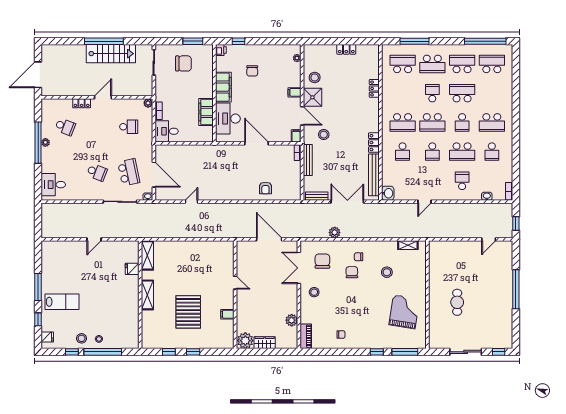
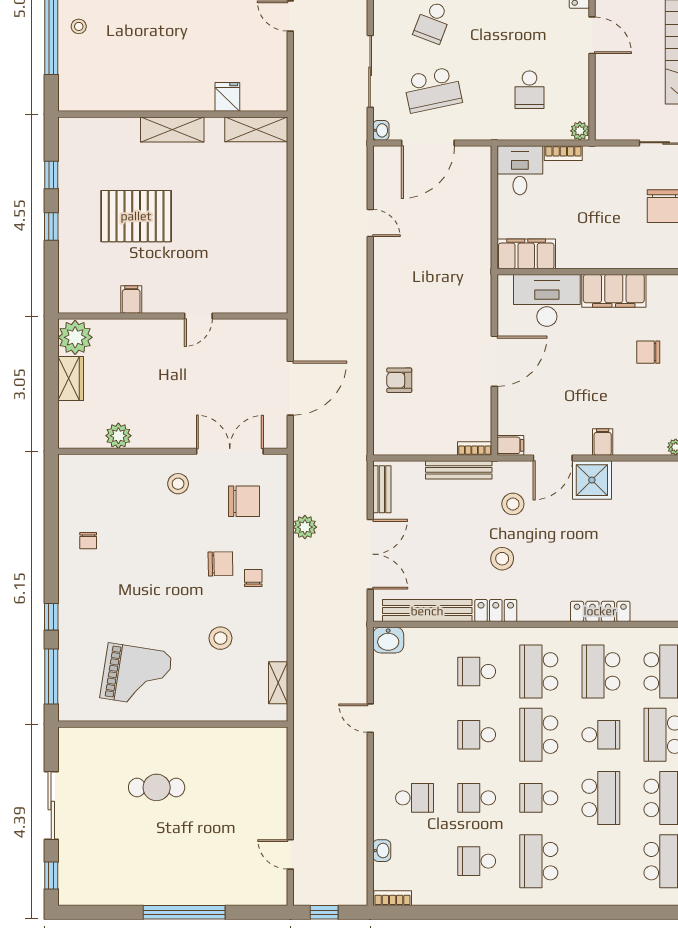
stool: (315, 77) -> (502, 559), moved
locker: (374, 88) -> (600, 611), width x1.53
school desk: (403, 93) -> (601, 671), added
filing cabinet: (206, 112) -> (526, 254), moved
school desk: (462, 152) -> (477, 798), width x0.54
piano: (306, 336) -> (84, 466), removed

